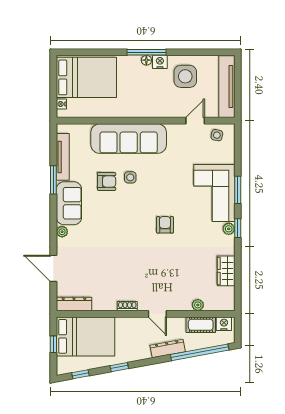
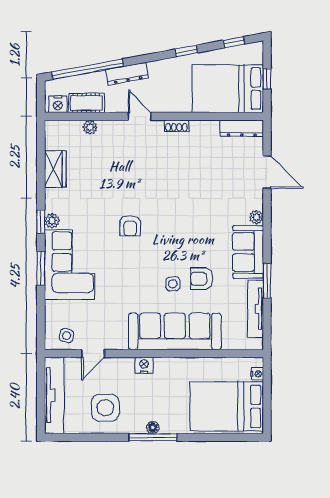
nightstand: (160, 62) -> (144, 365), moved, turned 180

